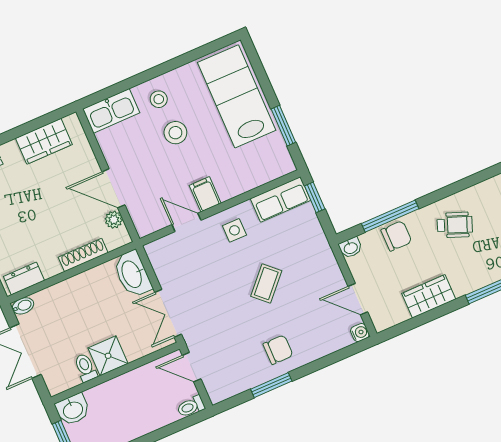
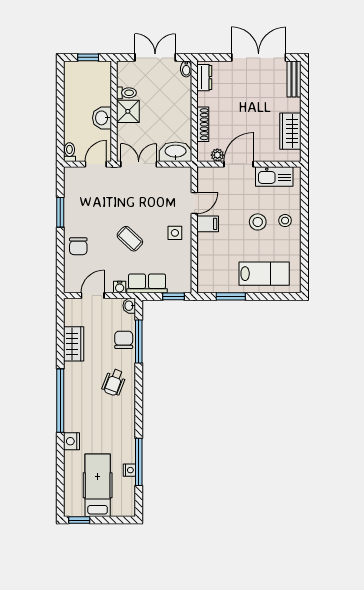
lab bench: (237, 96) -> (264, 274), width x0.73, depth x0.72
kitchen sink: (111, 111) -> (274, 176), moved, turned -90
row of seats: (281, 199) -> (147, 283), moved, turned 90
chair: (396, 236) -> (124, 340), turned 180
water cooler: (360, 333) -> (120, 287), moved
chair: (278, 350) -> (78, 246), moved
washbasin: (73, 410) -> (102, 118), moved

